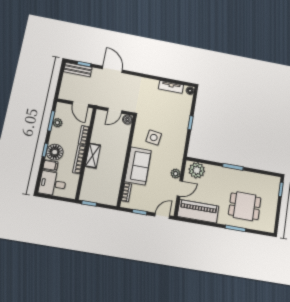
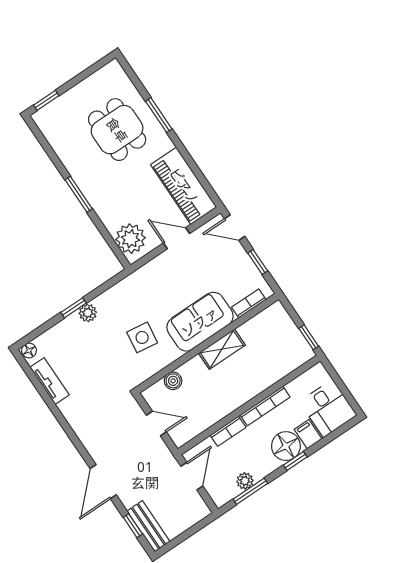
boiler: (127, 120) -> (173, 381), moved
shelving: (93, 156) -> (222, 349), moved
plant: (176, 174) -> (88, 313), moved

